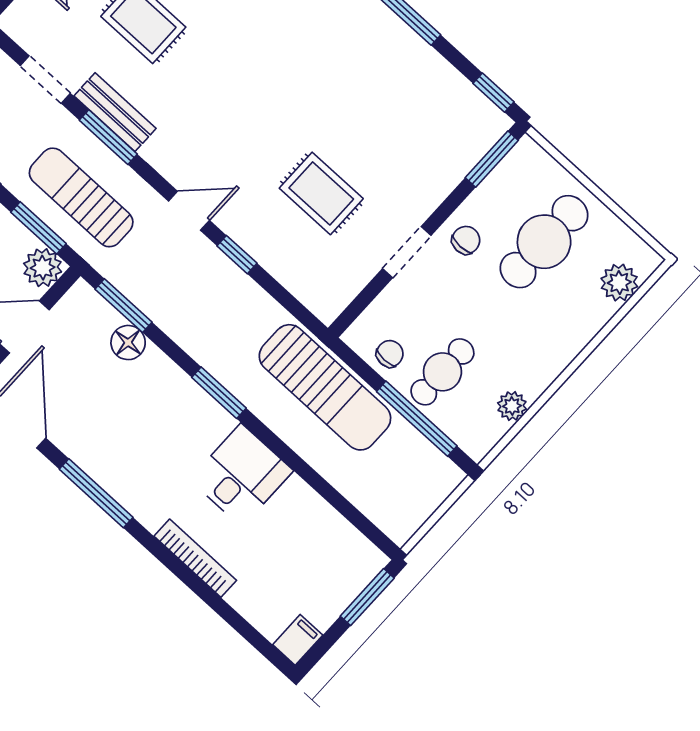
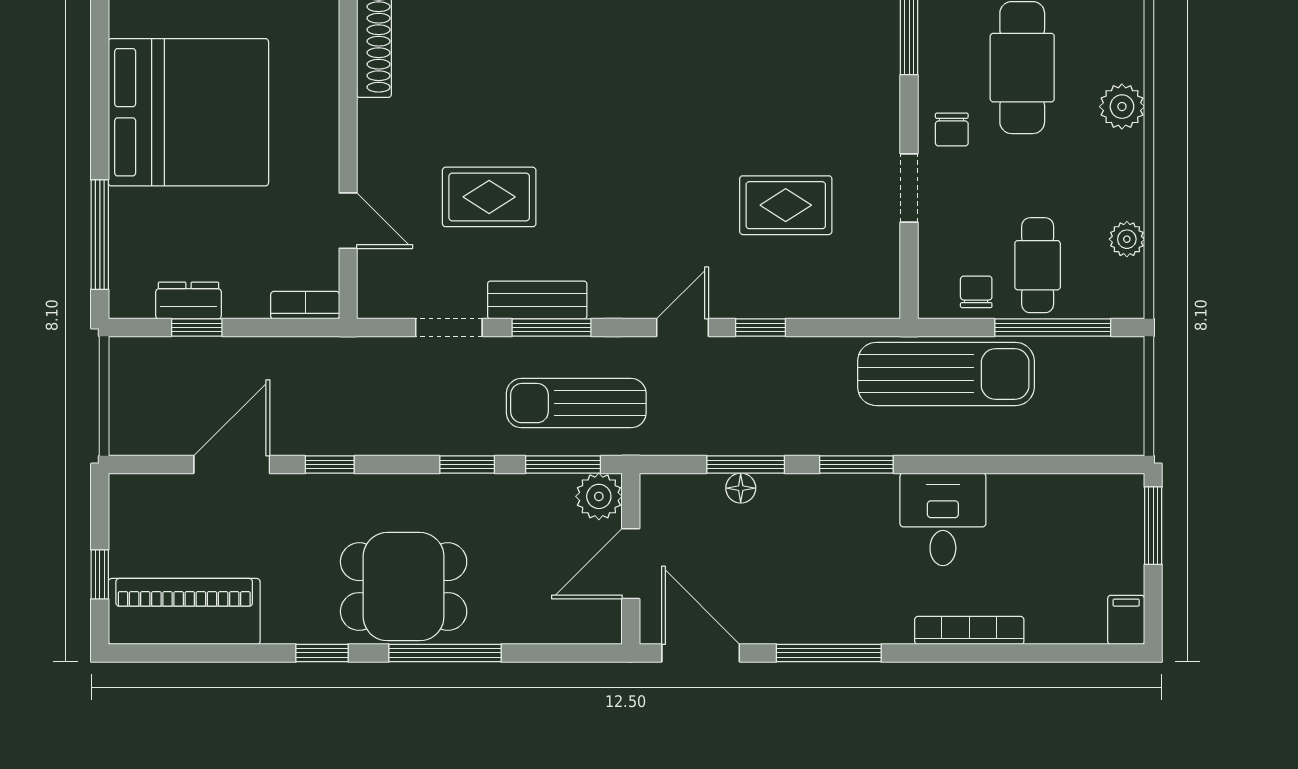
chair: (466, 240) -> (952, 129), turned 180
plant: (619, 283) -> (1122, 107), moved
window: (123, 306) -> (746, 465), moved
floor lamp: (128, 343) -> (741, 488), width x0.73, depth x0.73

